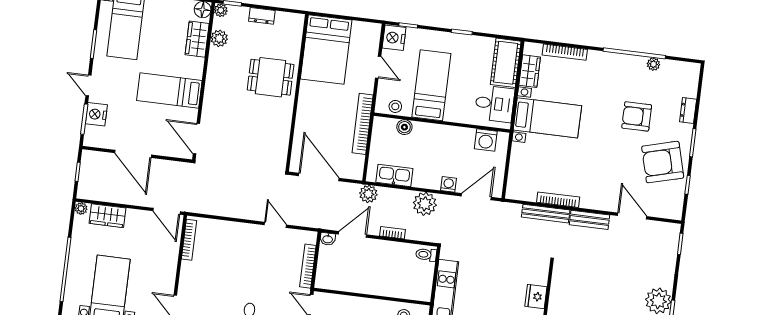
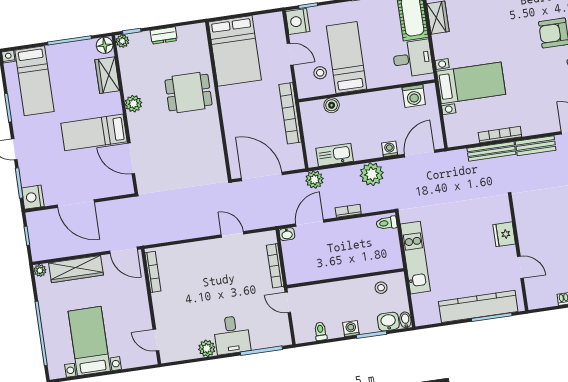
plant: (219, 38) -> (133, 104), moved
stool: (395, 106) -> (320, 73), moved
nightstand: (96, 114) -> (33, 197), moved
bed with nightstands: (547, 118) -> (471, 83), moved
door: (196, 139) -> (131, 158), moved
wardrobe: (107, 216) -> (76, 269), width x1.50

